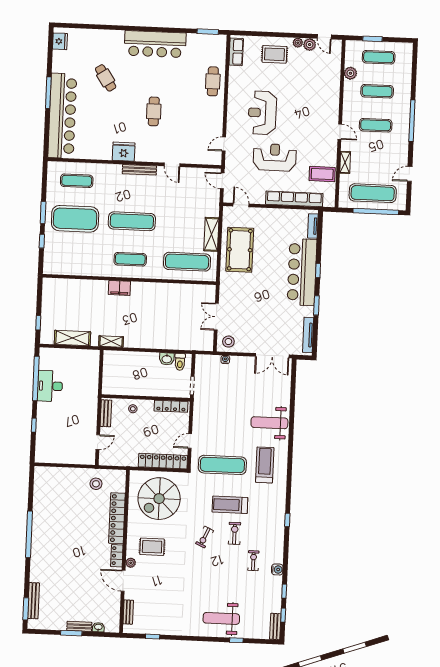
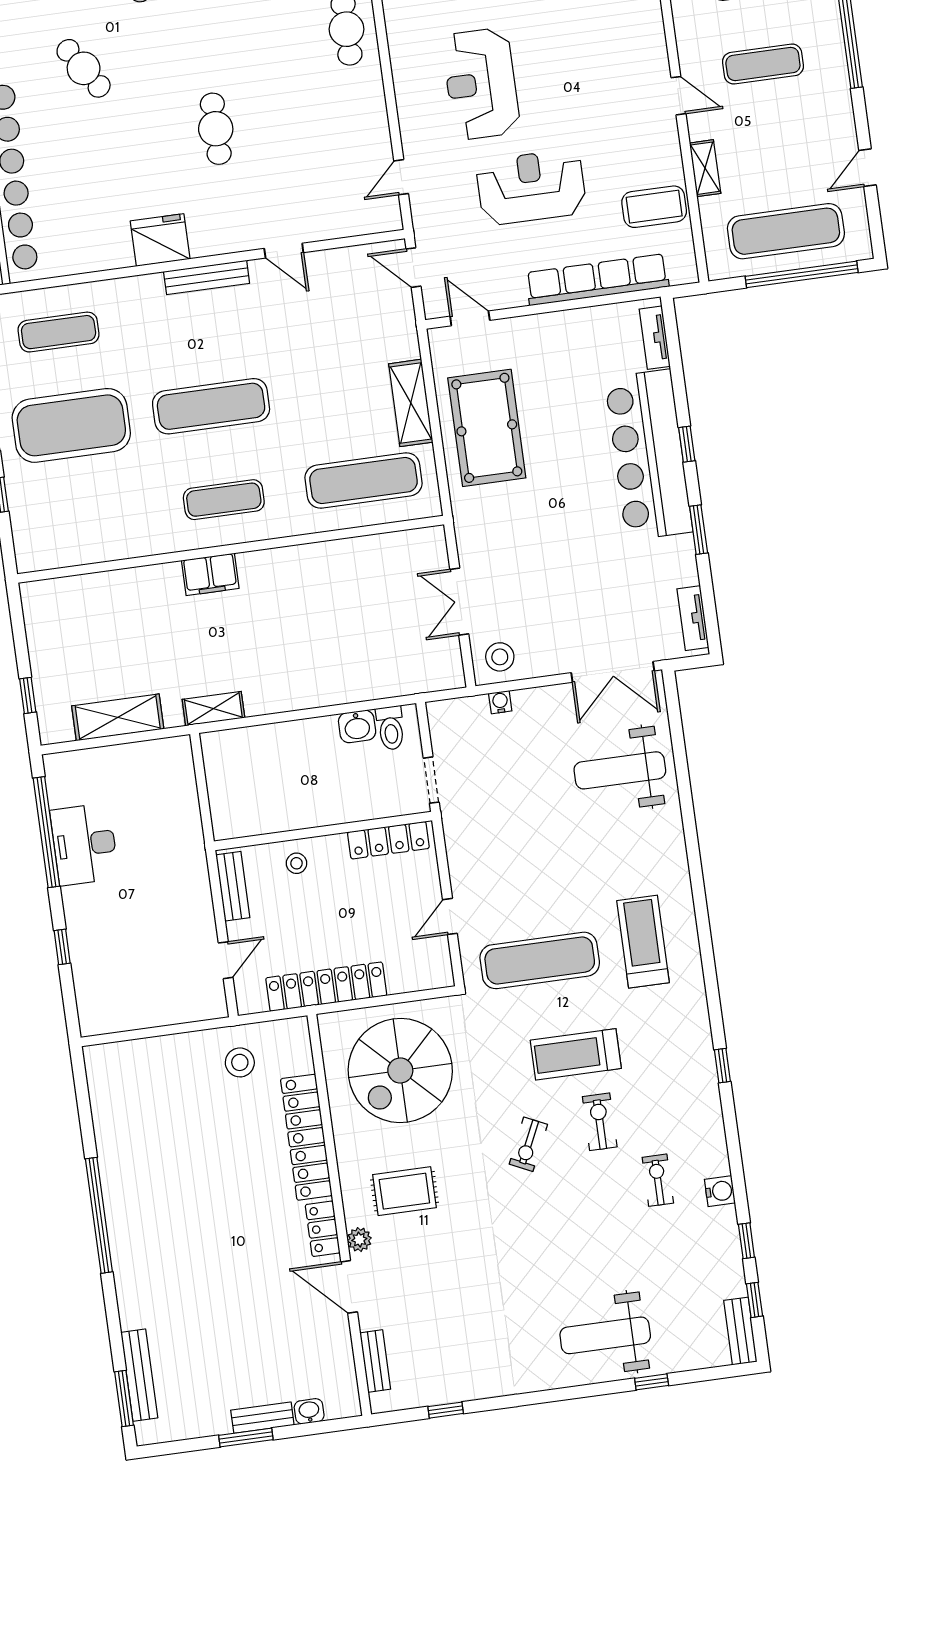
tv unit: (308, 335) -> (693, 618), width x0.71
weight bench: (269, 423) -> (620, 770), moved
locker: (163, 461) -> (326, 987), moved

